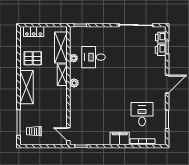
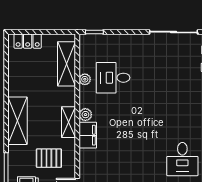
pallet: (33, 58) -> (49, 158), moved
shelving: (62, 75) -> (68, 122), moved
filing cabinet: (76, 97) -> (88, 135), added
desk: (142, 114) -> (182, 159), turned 180

